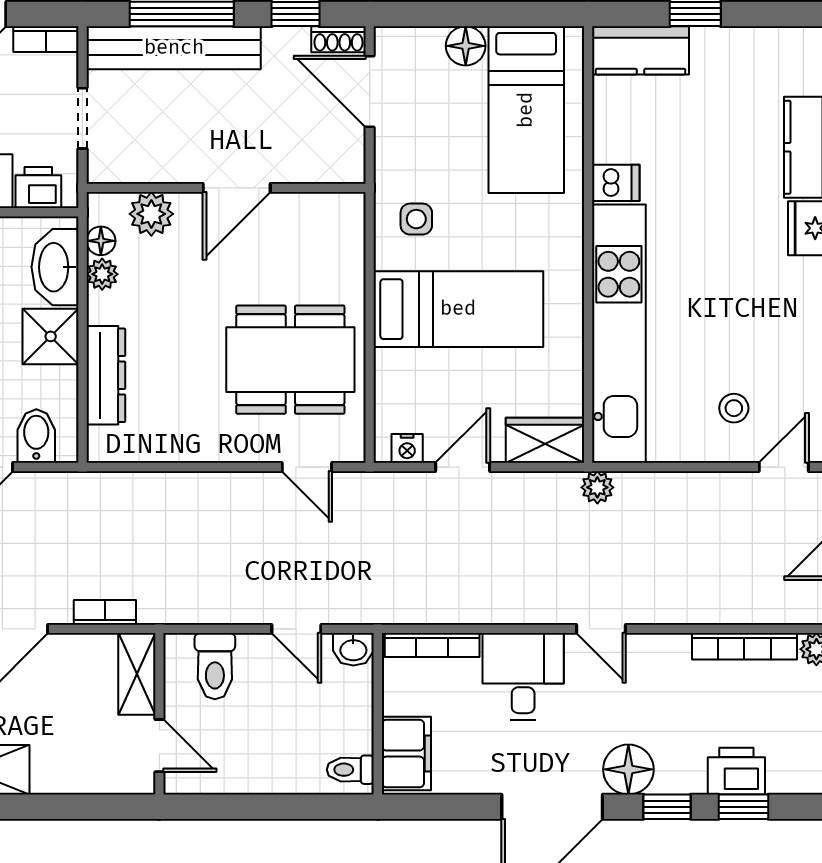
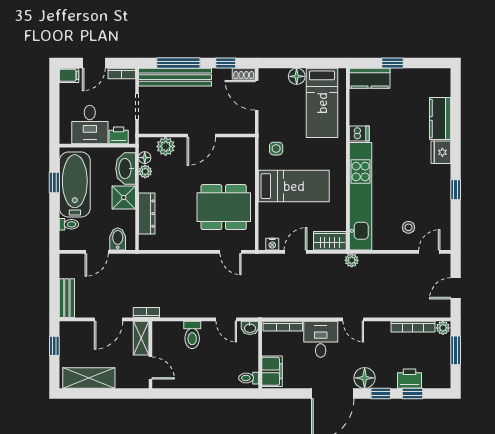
shelving: (137, 674) -> (141, 338), moved
wall: (159, 714) -> (150, 355), moved
door: (159, 746) -> (150, 368), moved

